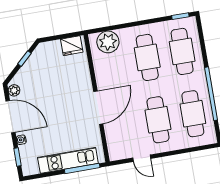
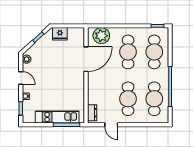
fridge: (72, 46) -> (60, 34), moved
door: (98, 108) -> (86, 59), moved
door: (11, 117) -> (21, 78), width x0.53
dresser: (113, 146) -> (92, 113), added

